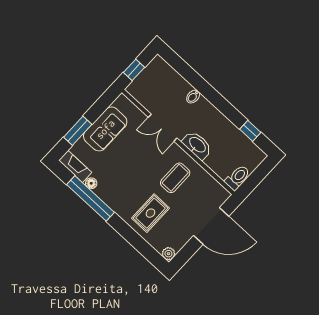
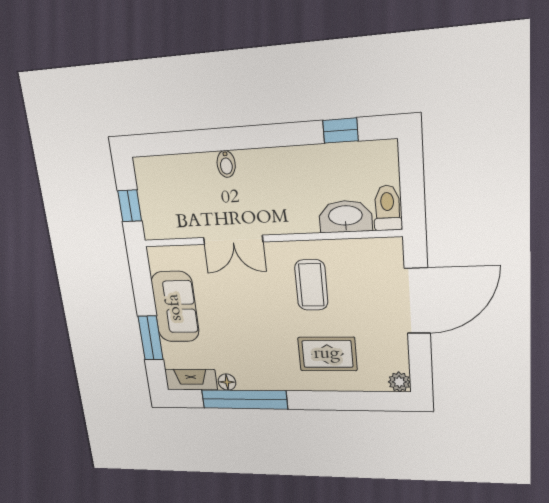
washbasin: (197, 145) -> (345, 216), moved
rug: (151, 213) -> (327, 354), turned 90

